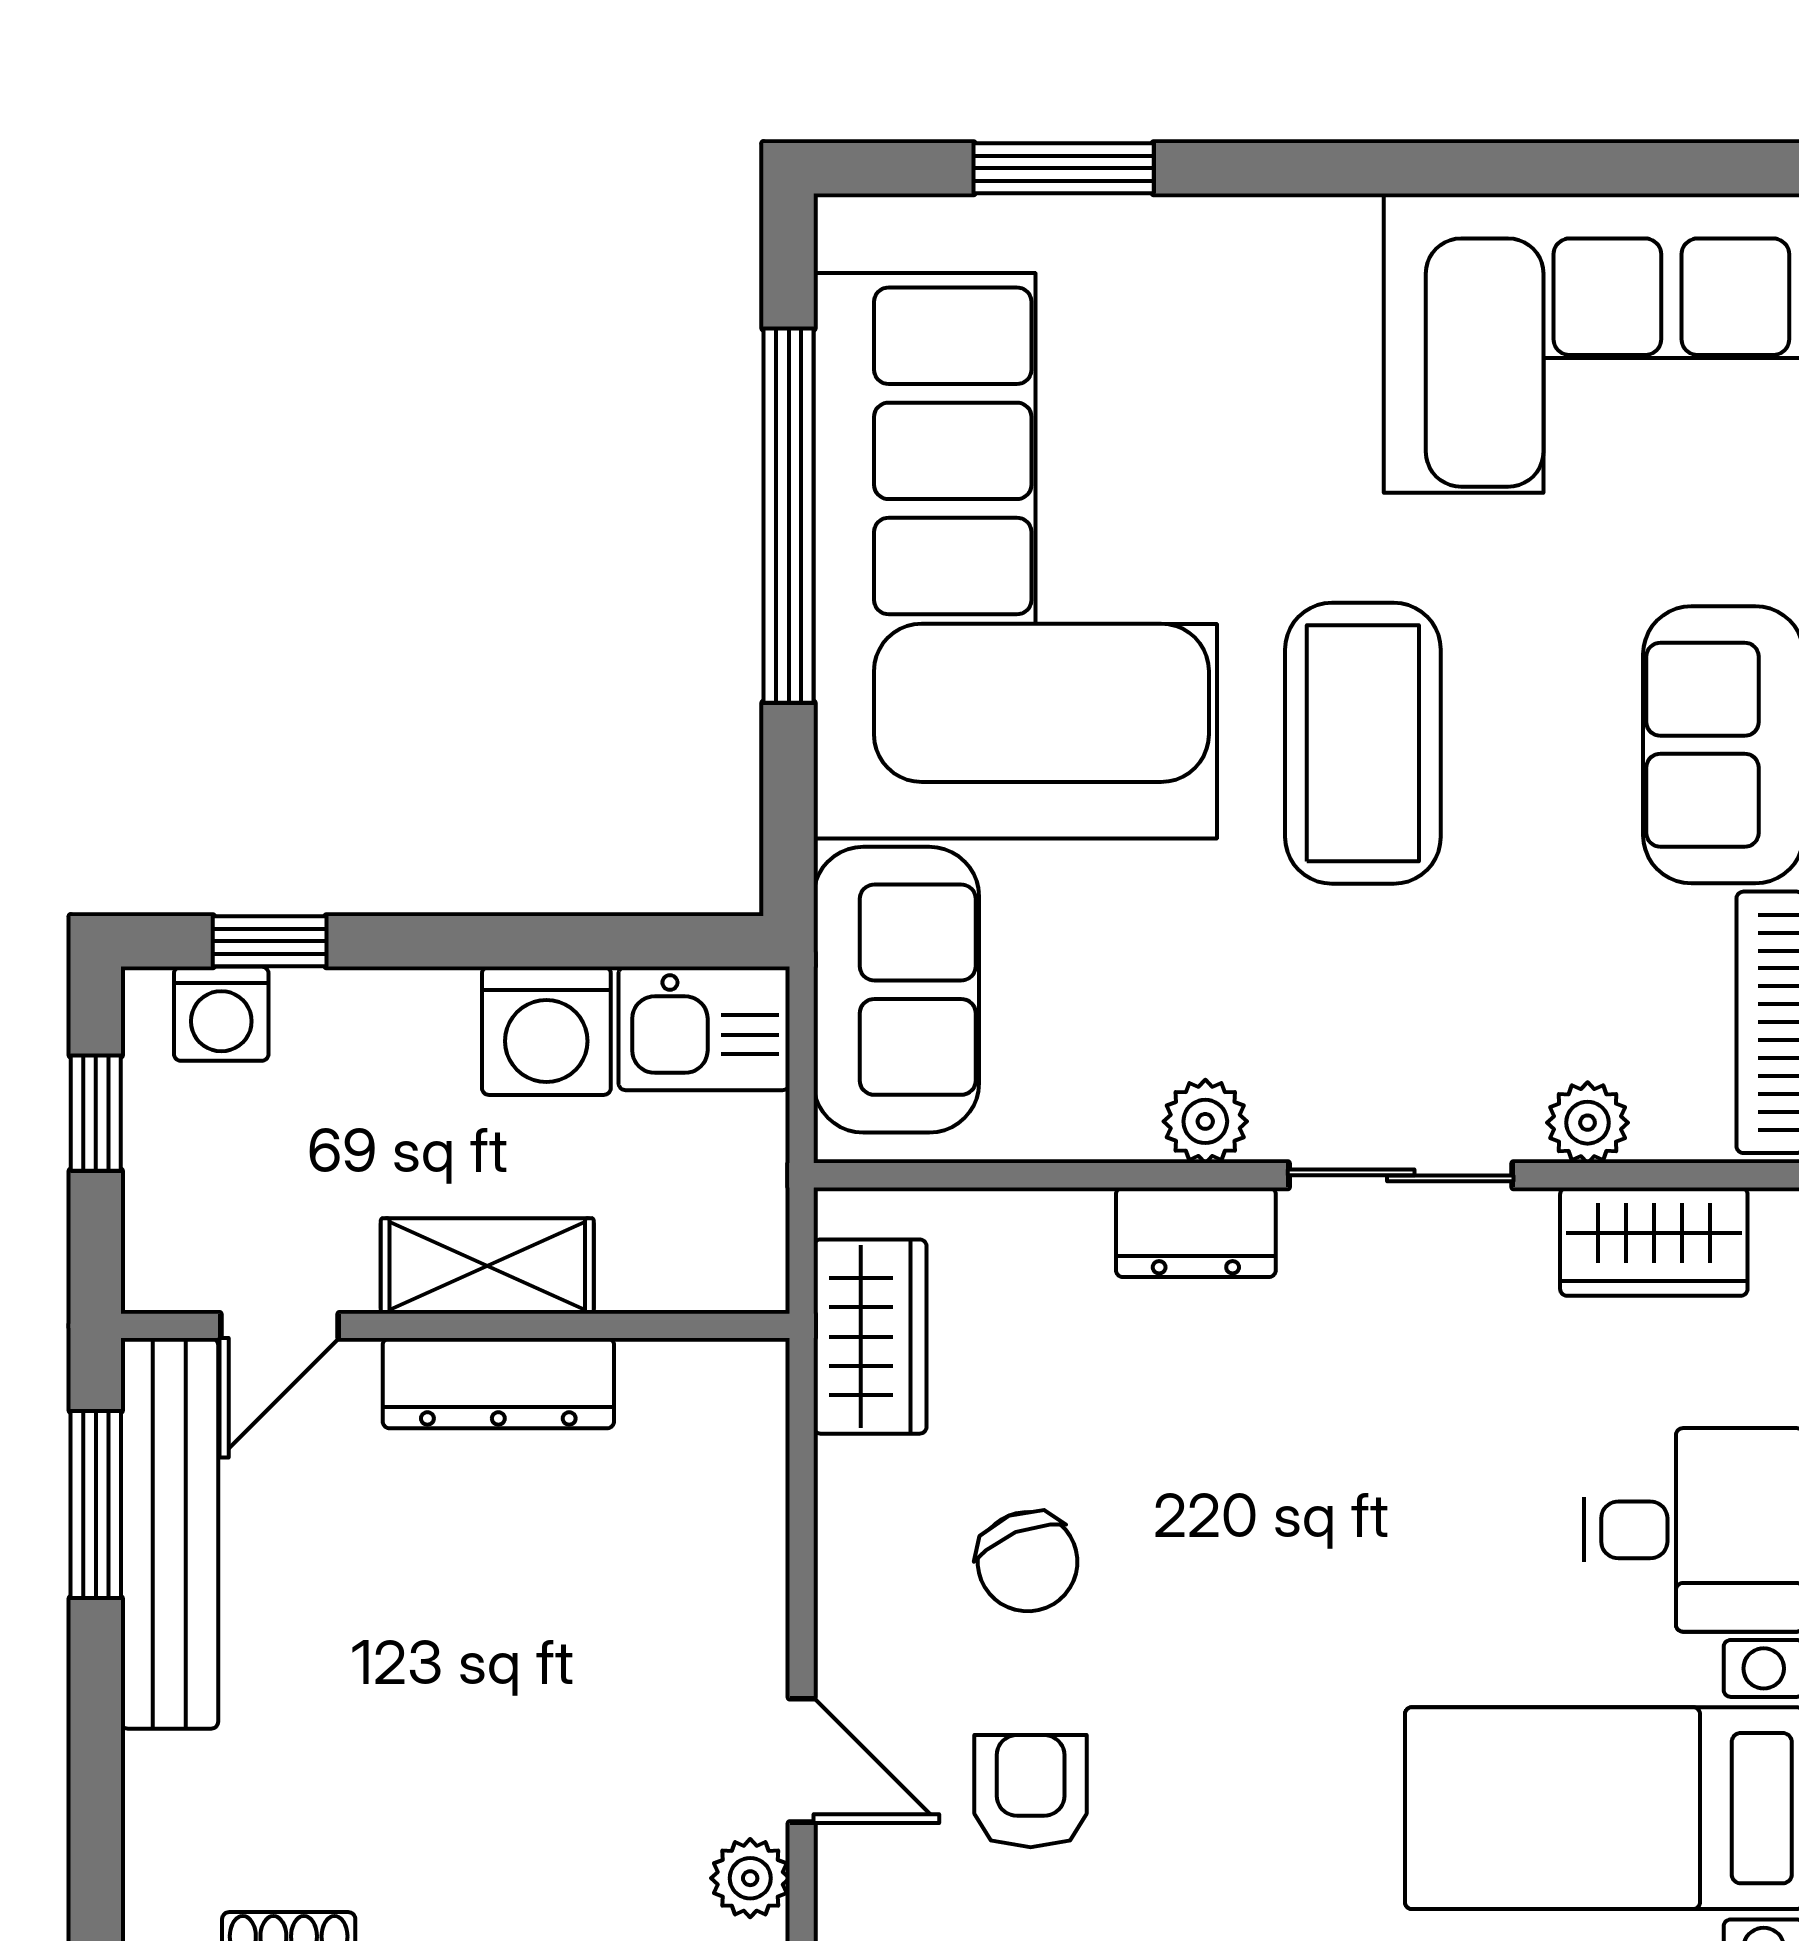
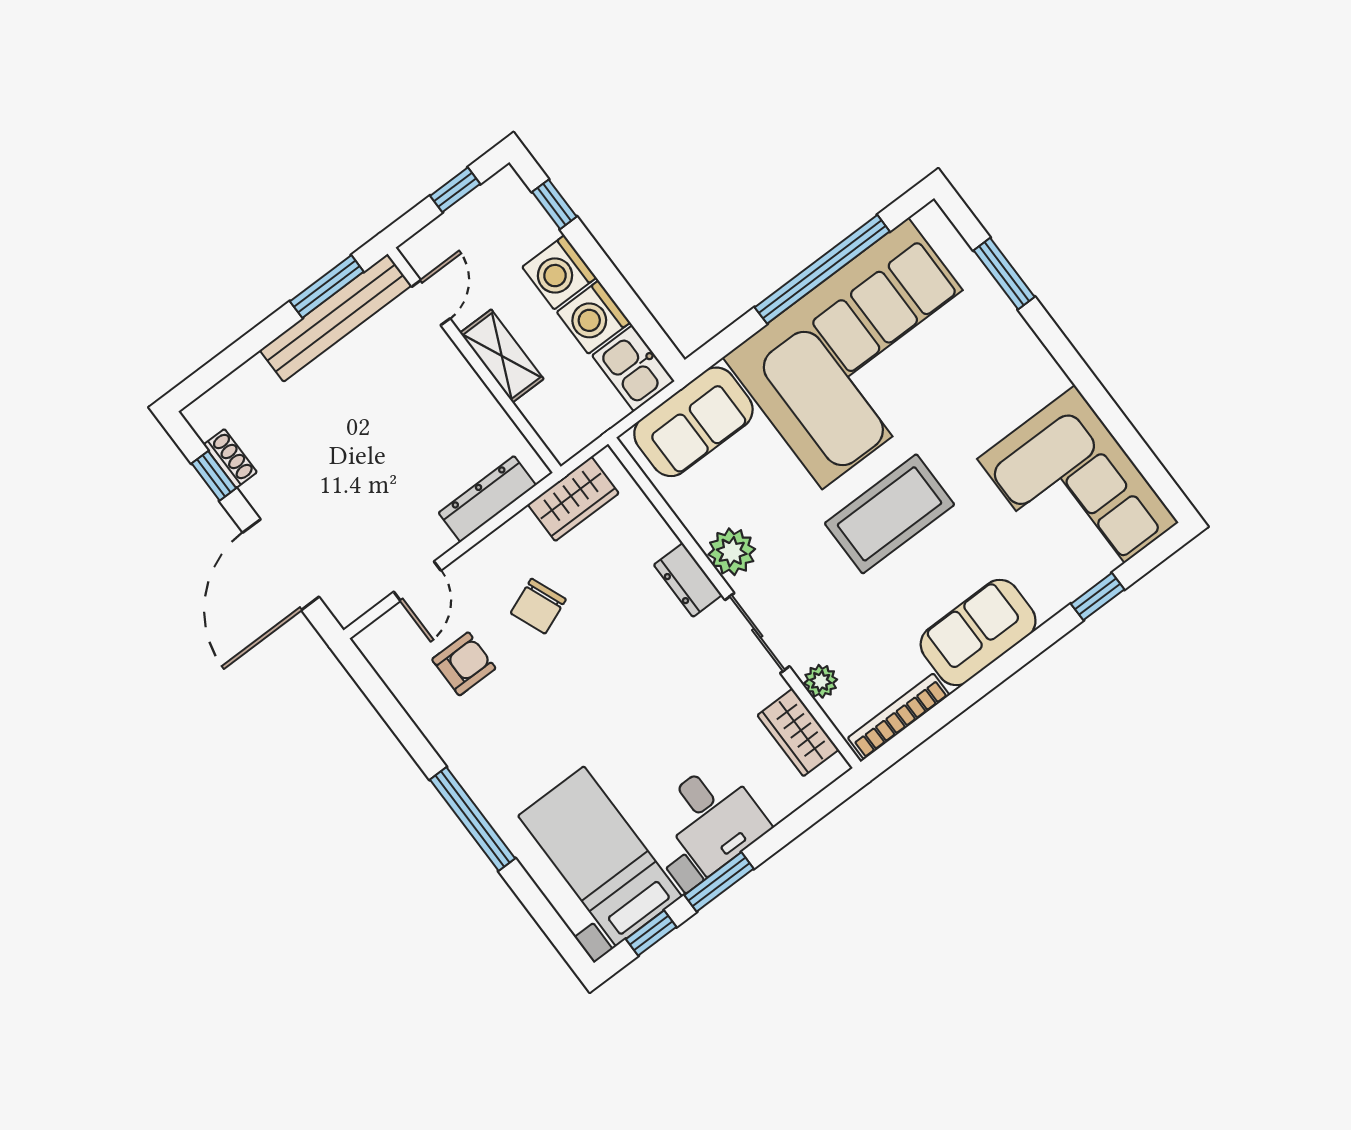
washing machine: (221, 1014) -> (559, 272), moved, width x1.38, depth x1.38
plant: (1205, 1121) -> (732, 552), width x1.38, depth x1.38
door: (280, 1326) -> (431, 303), swing flipped
dresser: (498, 1383) -> (487, 499), moved, turned 90
plant: (750, 1878) -> (366, 593), removed

